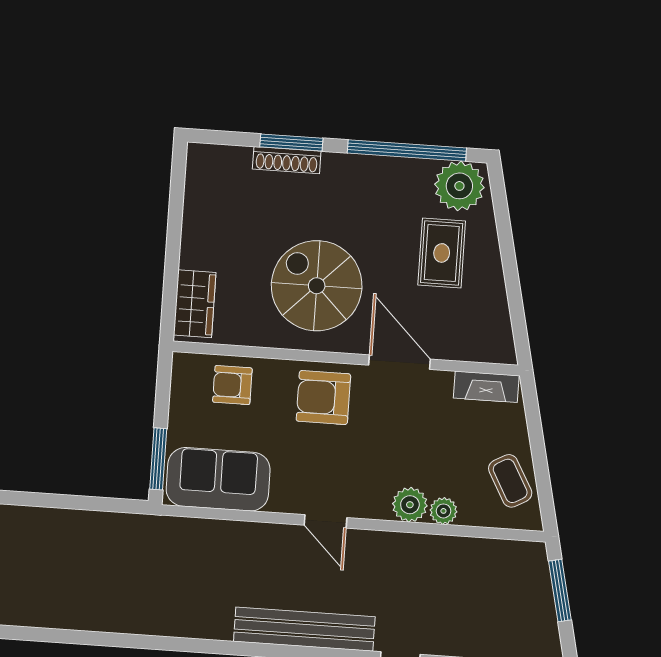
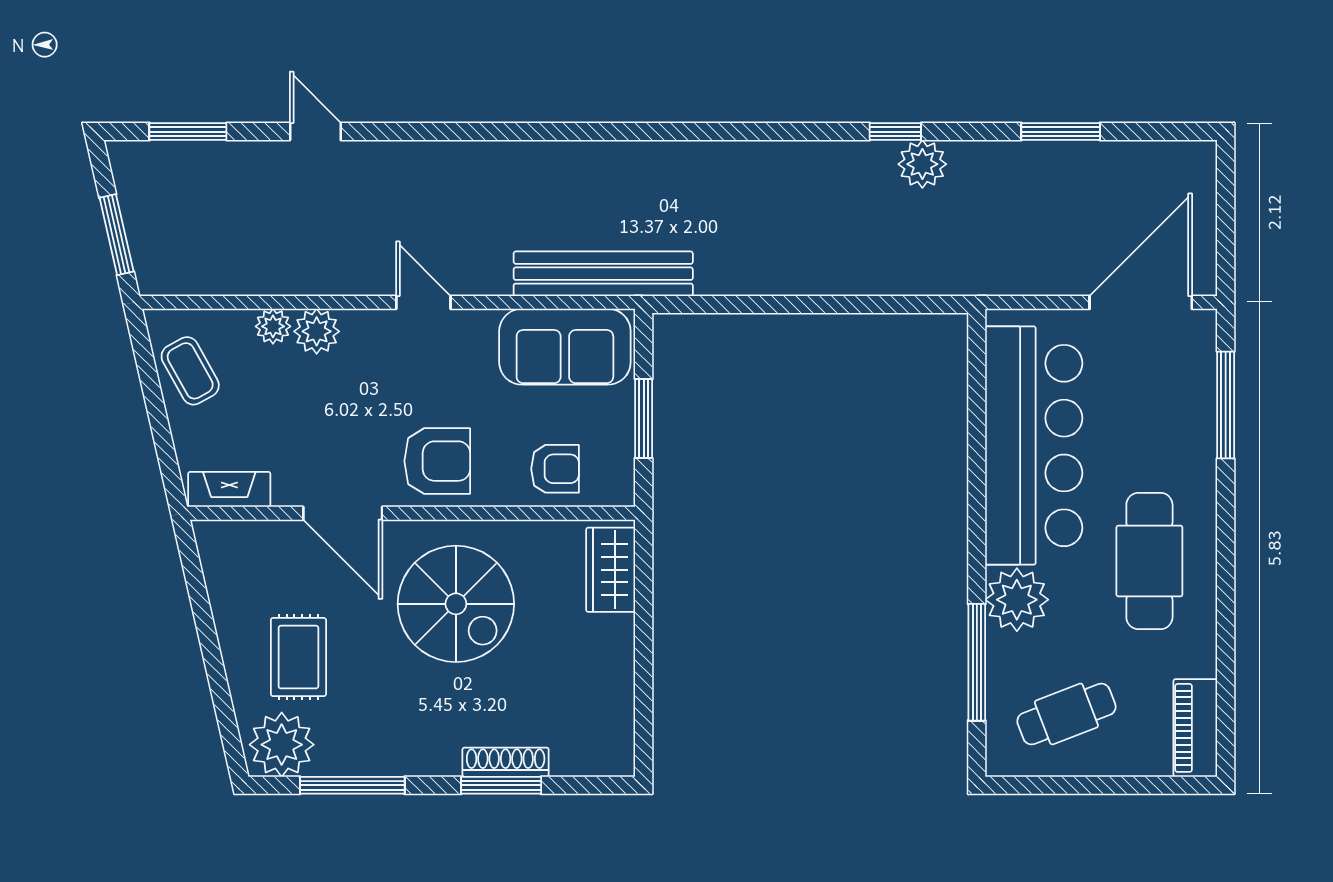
window: (407, 151) -> (352, 785), width x0.68
window: (158, 459) -> (644, 419), moved
bench: (304, 629) -> (603, 274), moved

